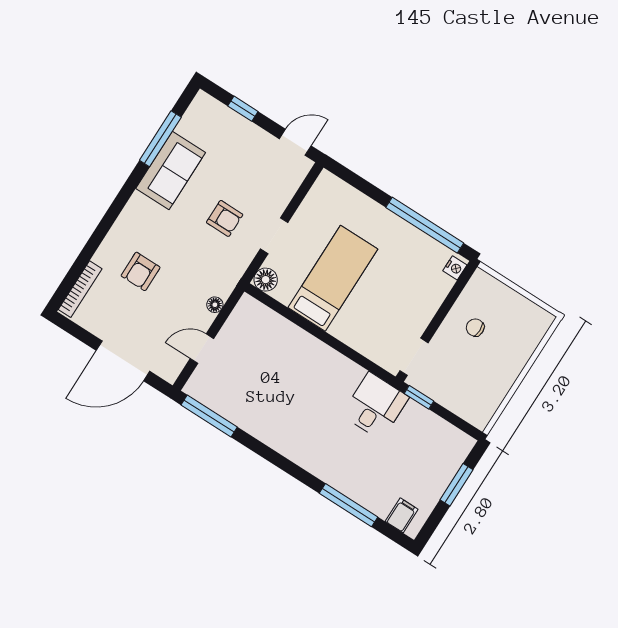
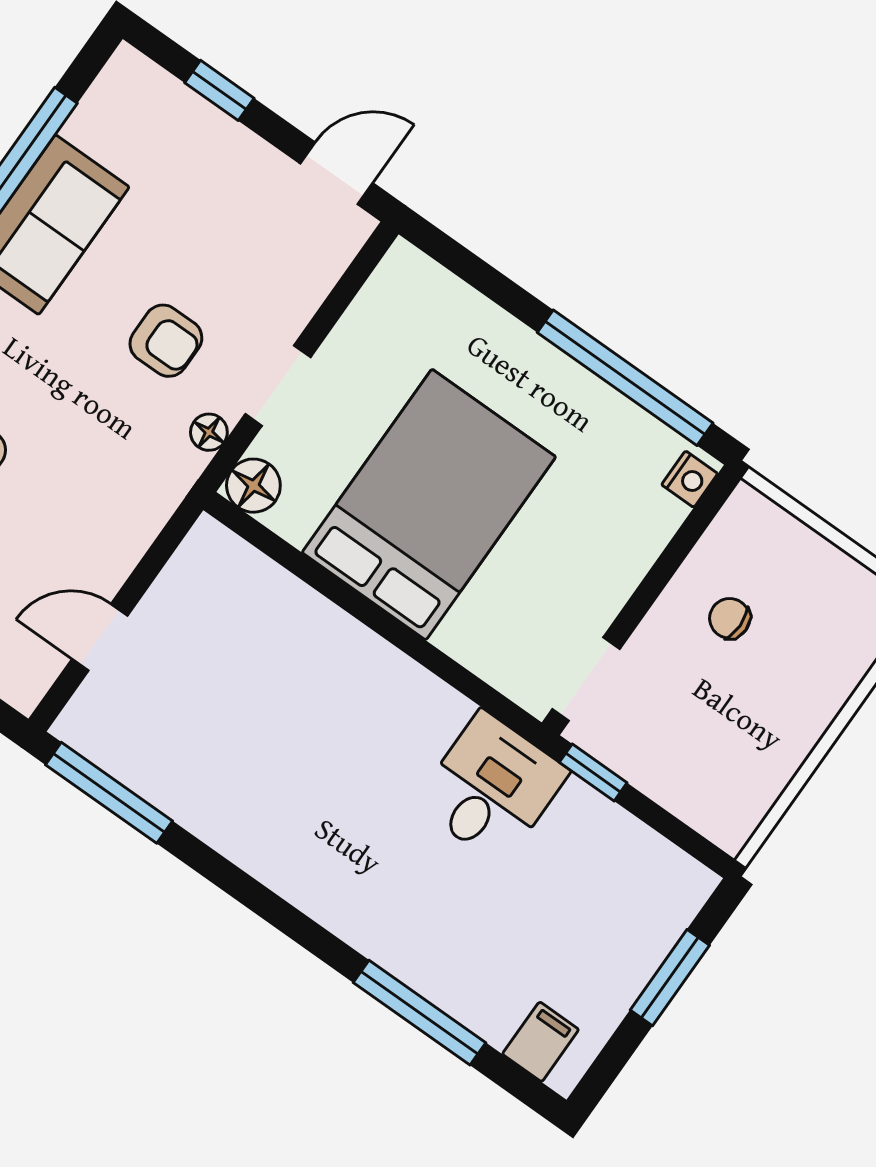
bed: (333, 278) -> (429, 505), width x1.50
floor lamp: (215, 305) -> (209, 432), moved

